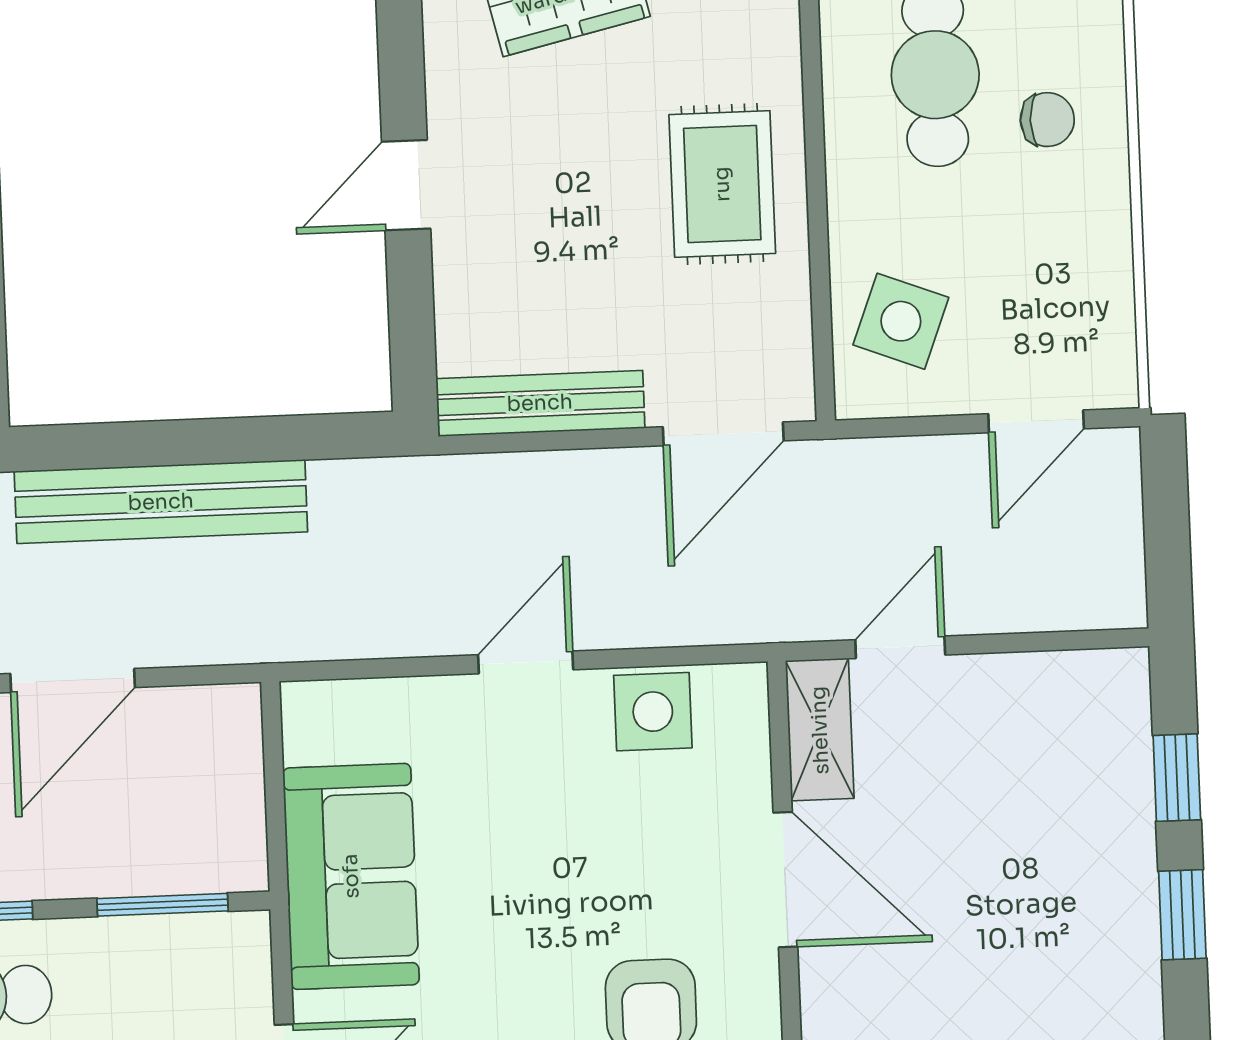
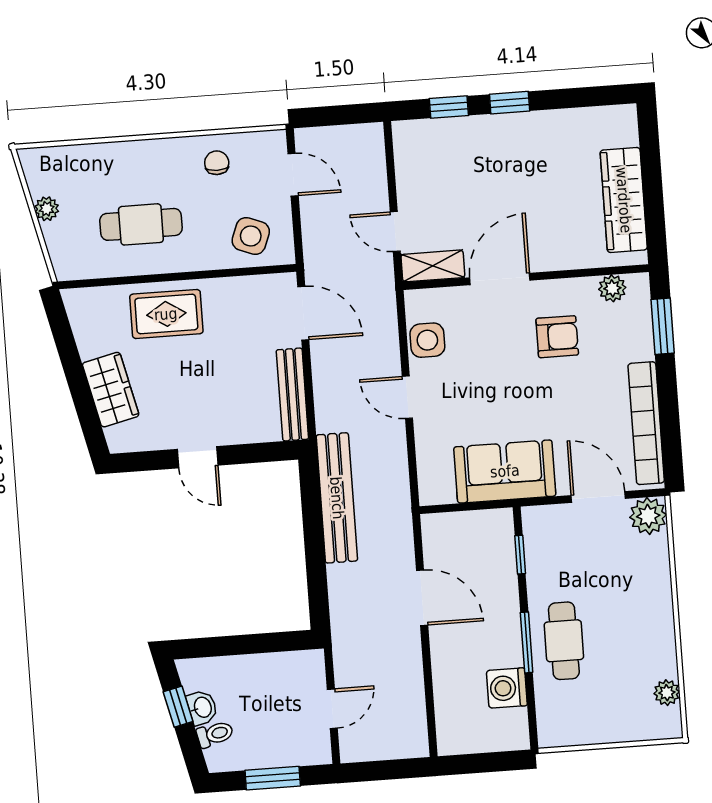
chair: (1047, 120) -> (217, 163), moved
rug: (722, 184) -> (166, 314), moved
bench: (161, 502) -> (337, 498), moved
window: (163, 905) -> (520, 555), width x0.67

